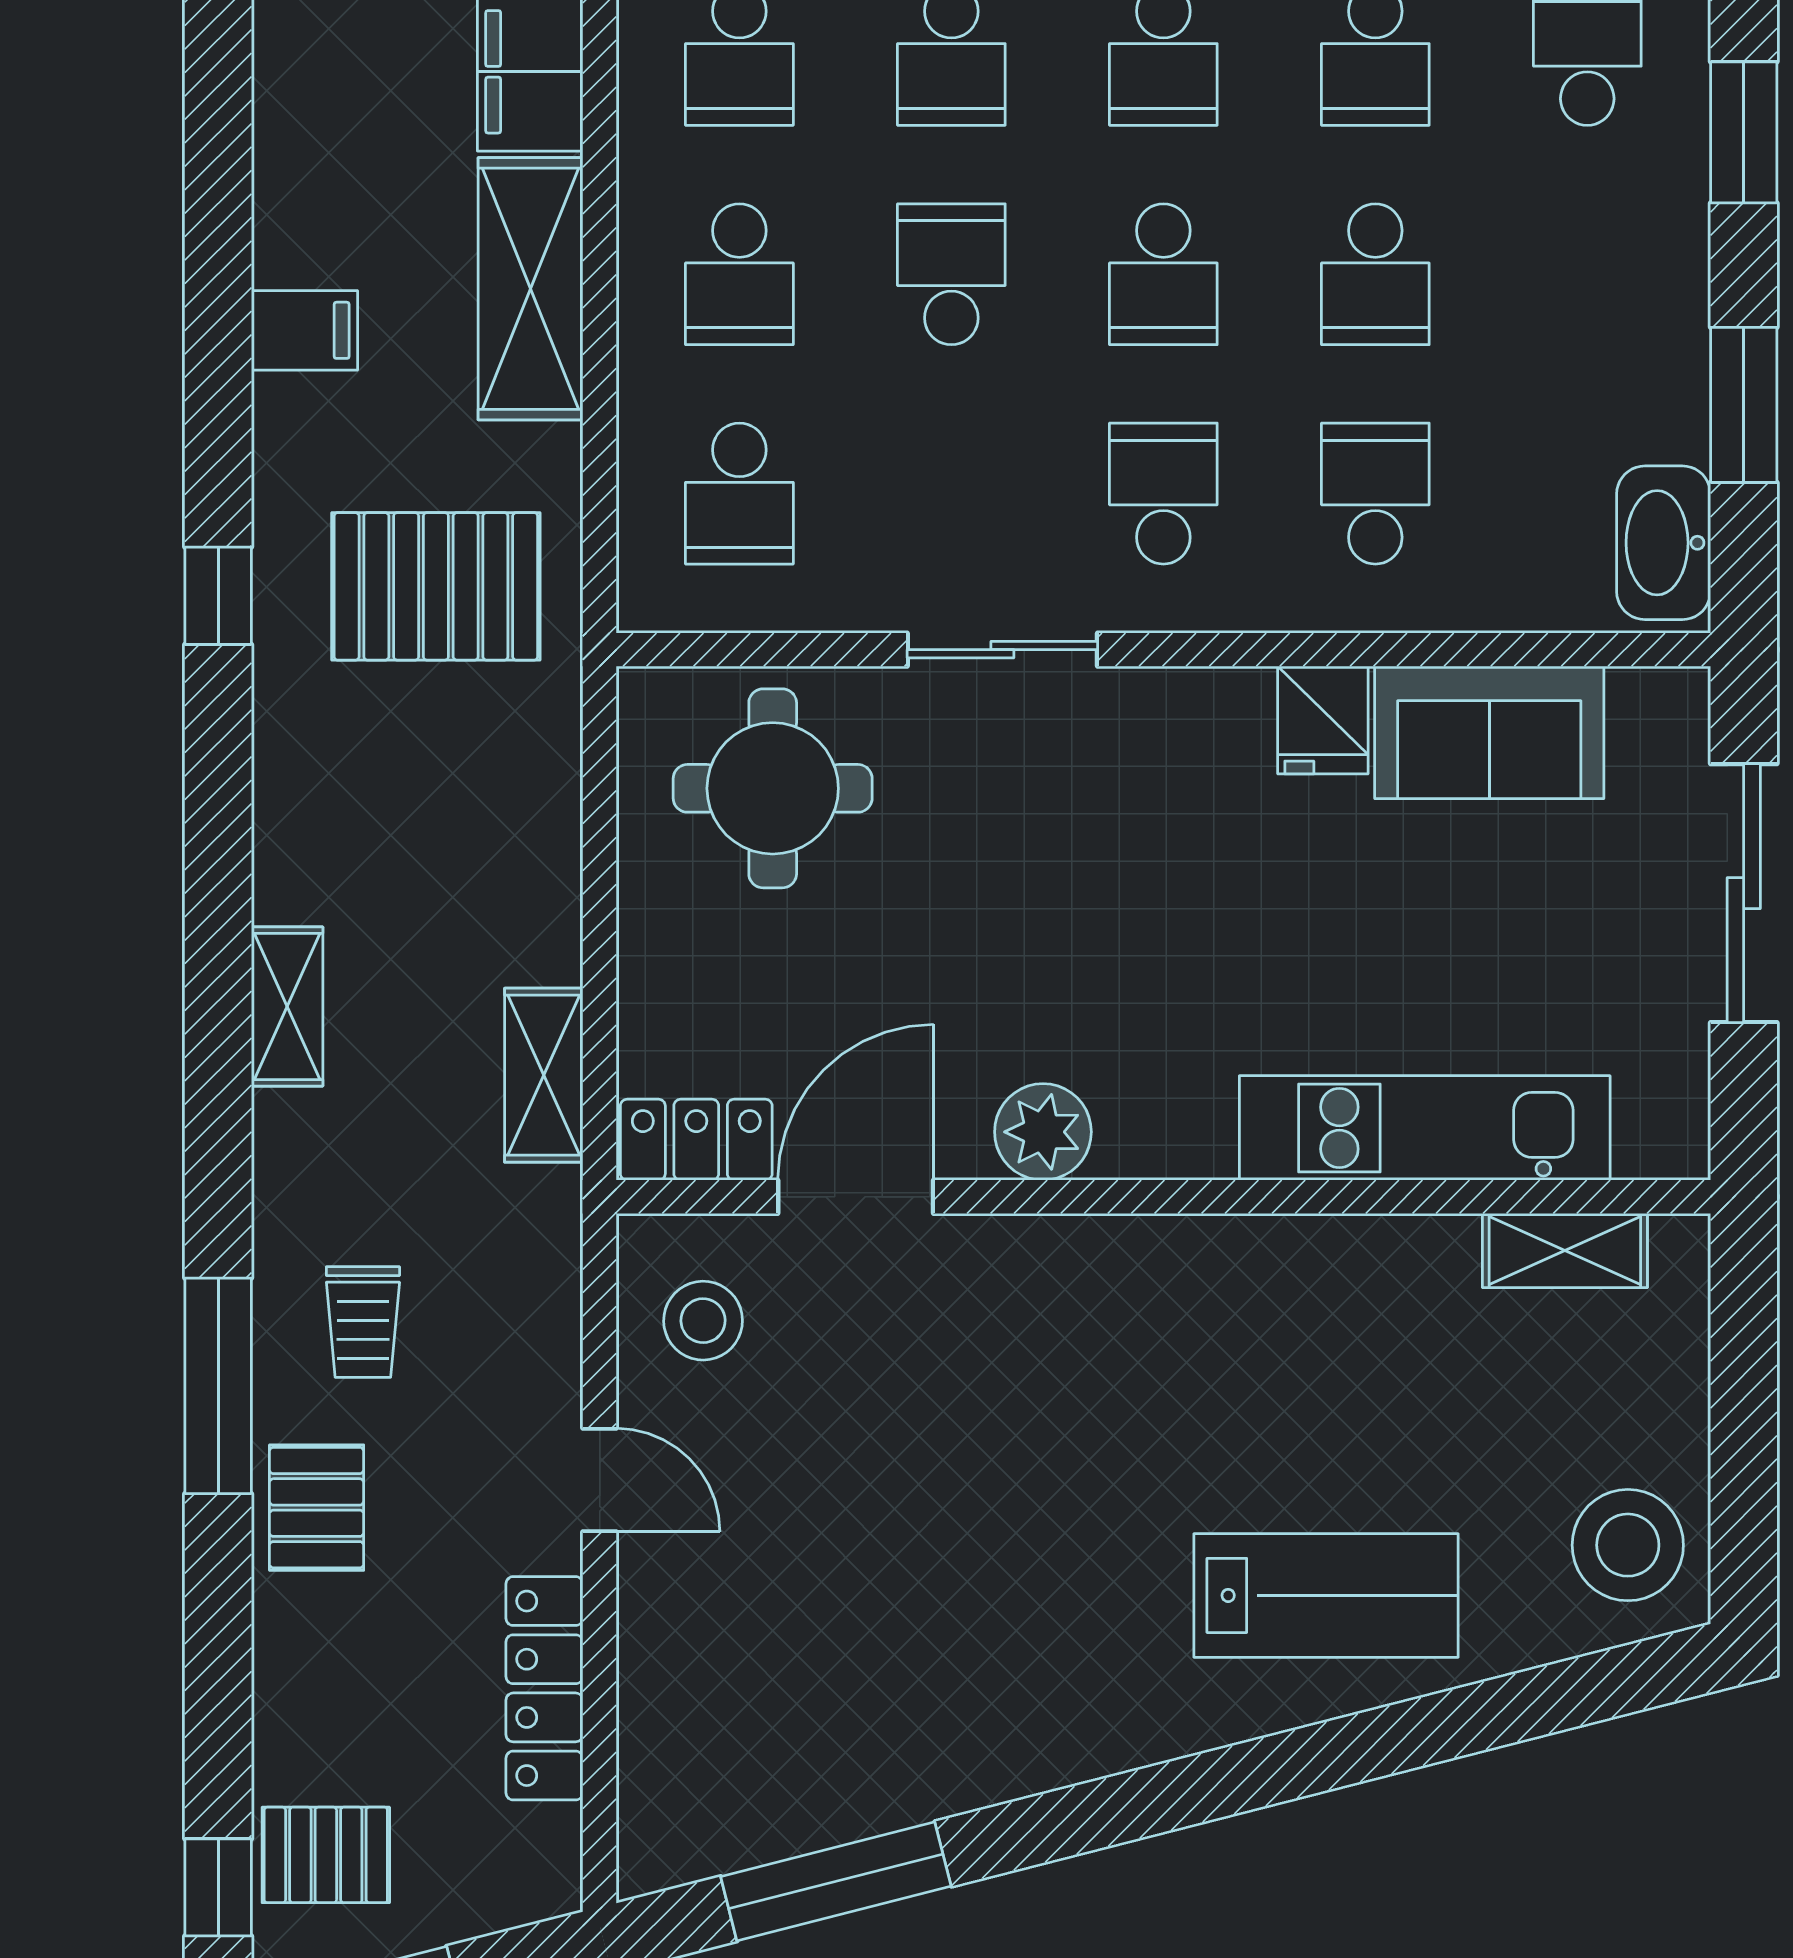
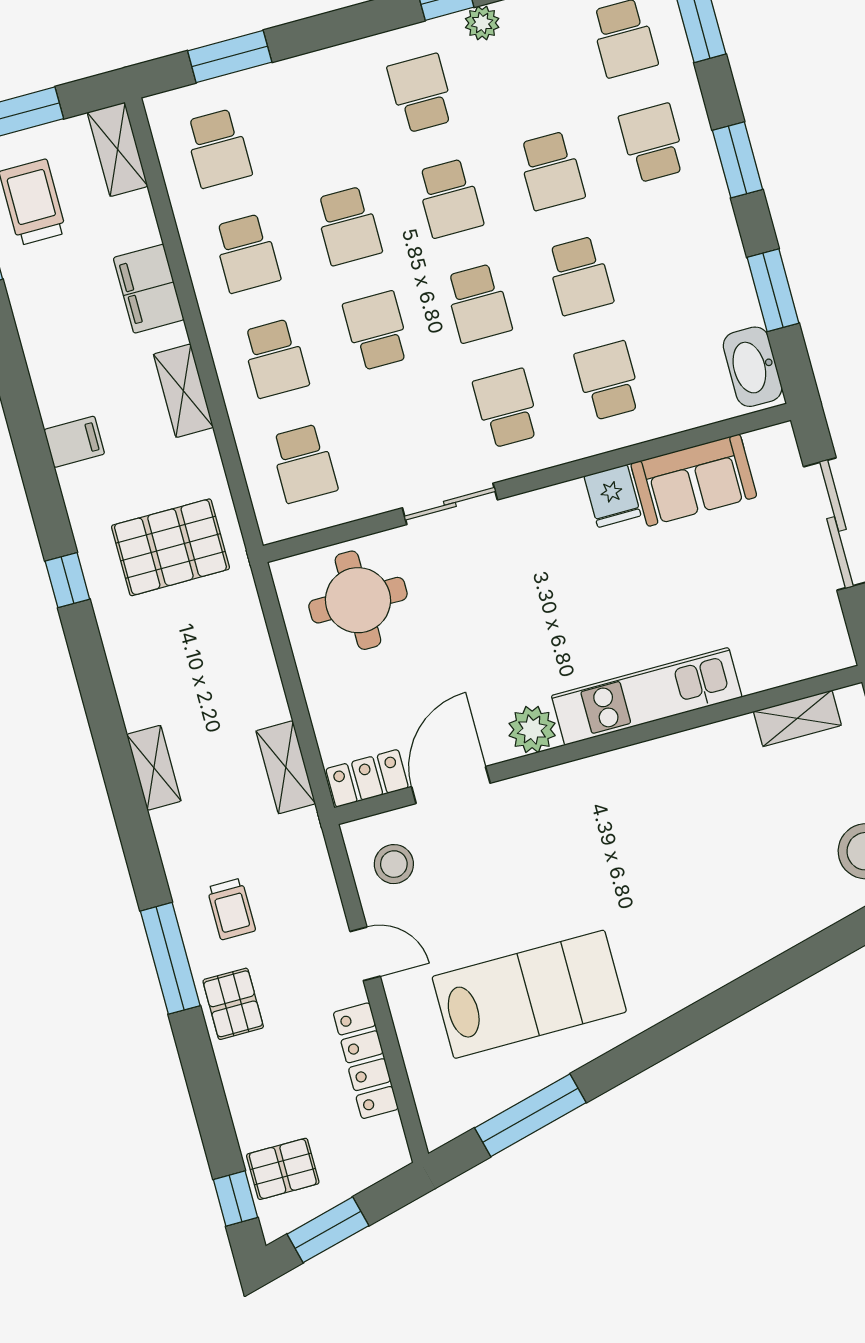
shelving: (531, 289) -> (183, 391), width x0.67, depth x0.75
kitchen unit: (1425, 1128) -> (647, 696), moved
lab bench: (1326, 1595) -> (529, 994), moved, width x1.36, depth x1.39

